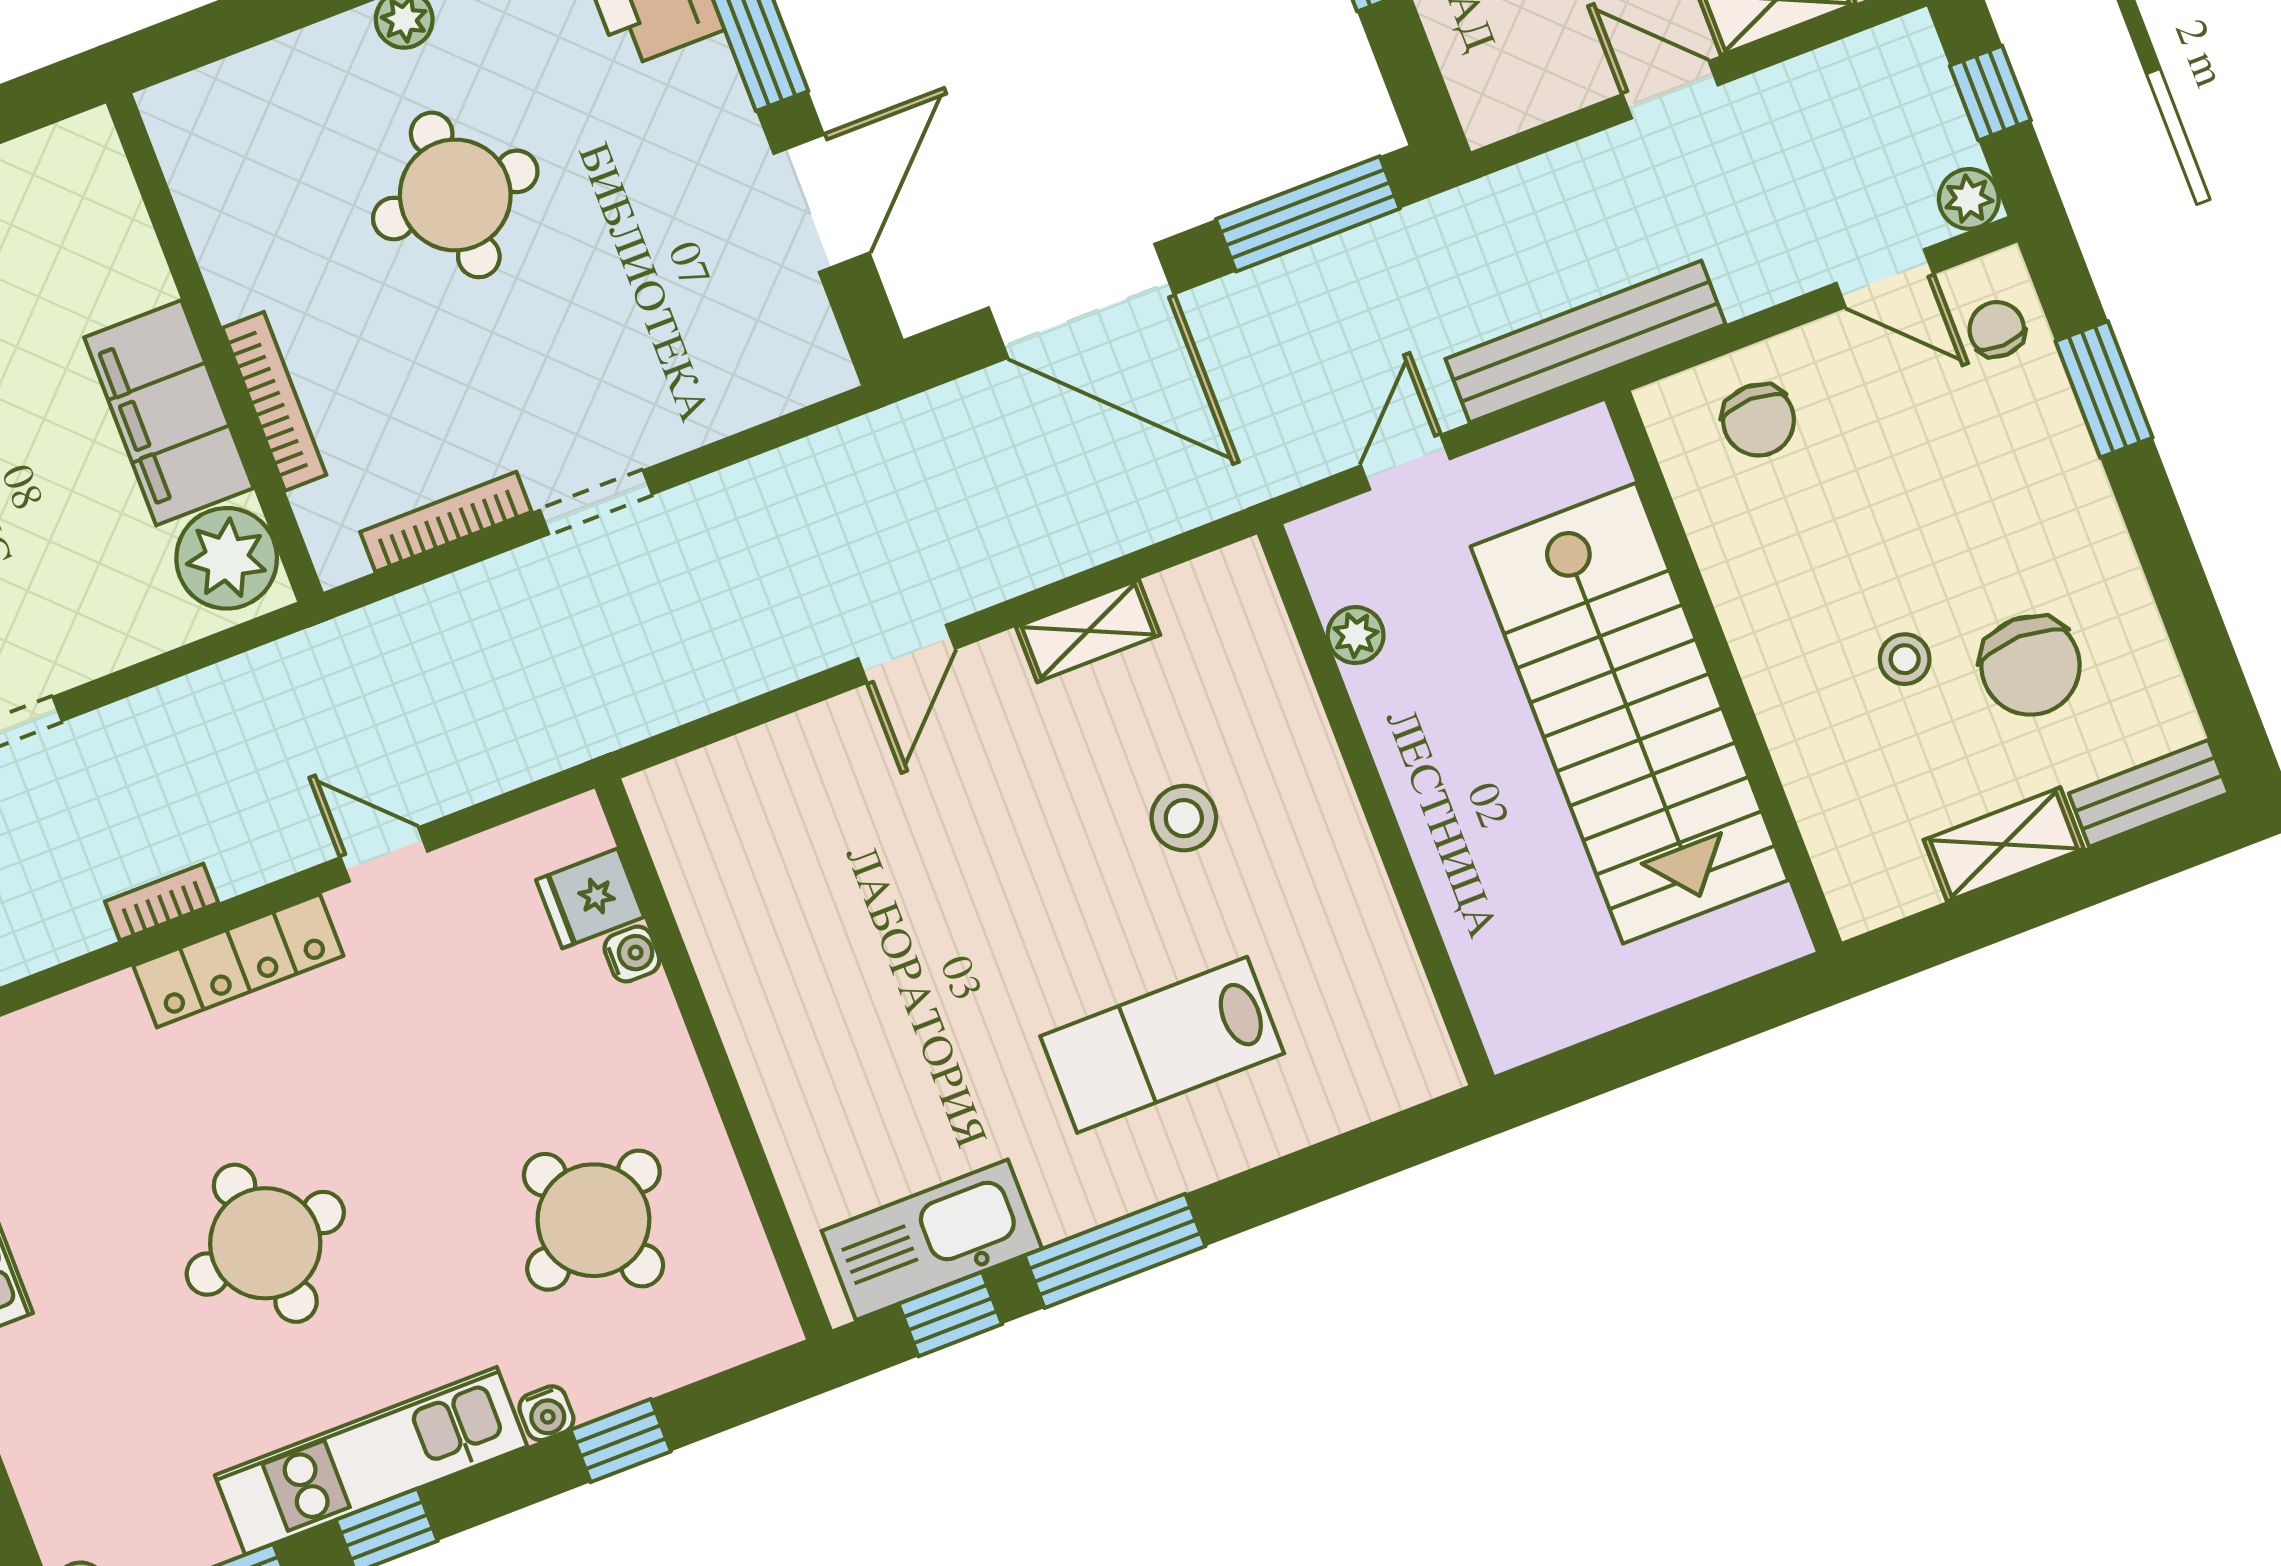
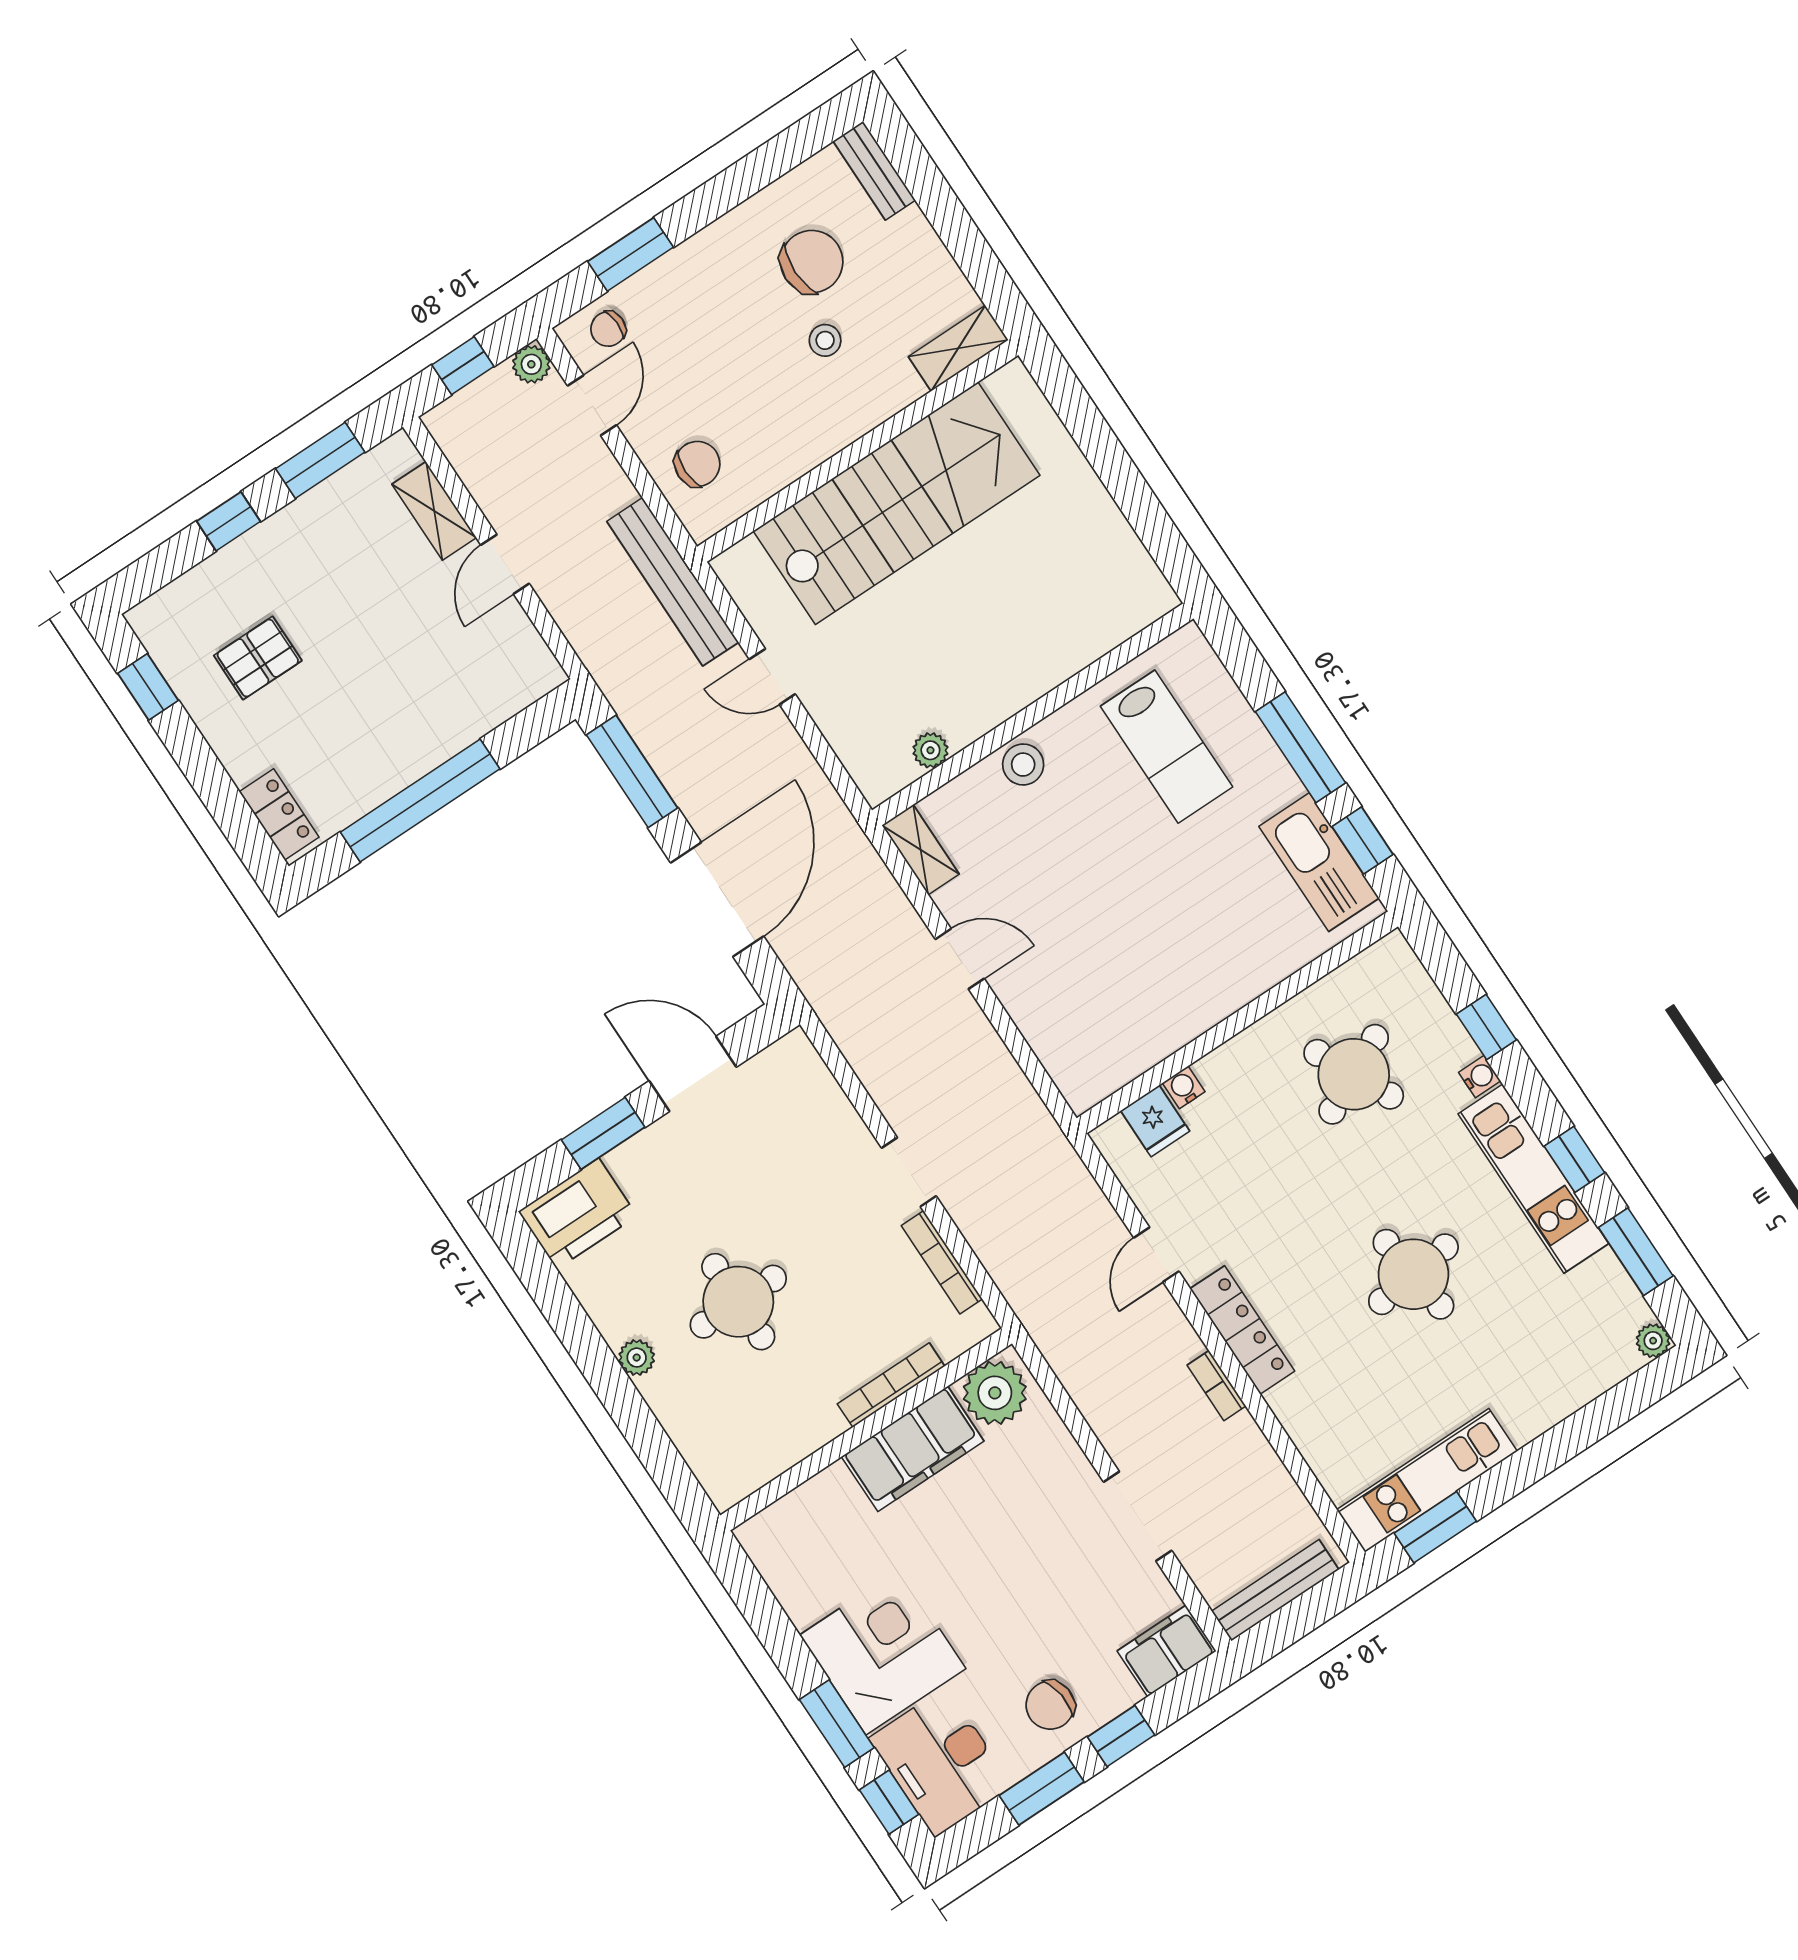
plant: (1356, 635) -> (930, 750), moved
wall: (1376, 805) -> (1033, 714), moved
shelving: (2004, 844) -> (958, 348), moved, turned 90

